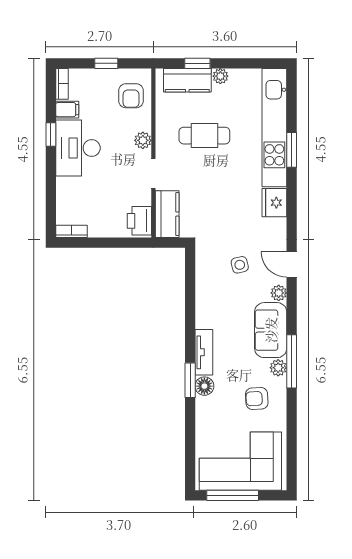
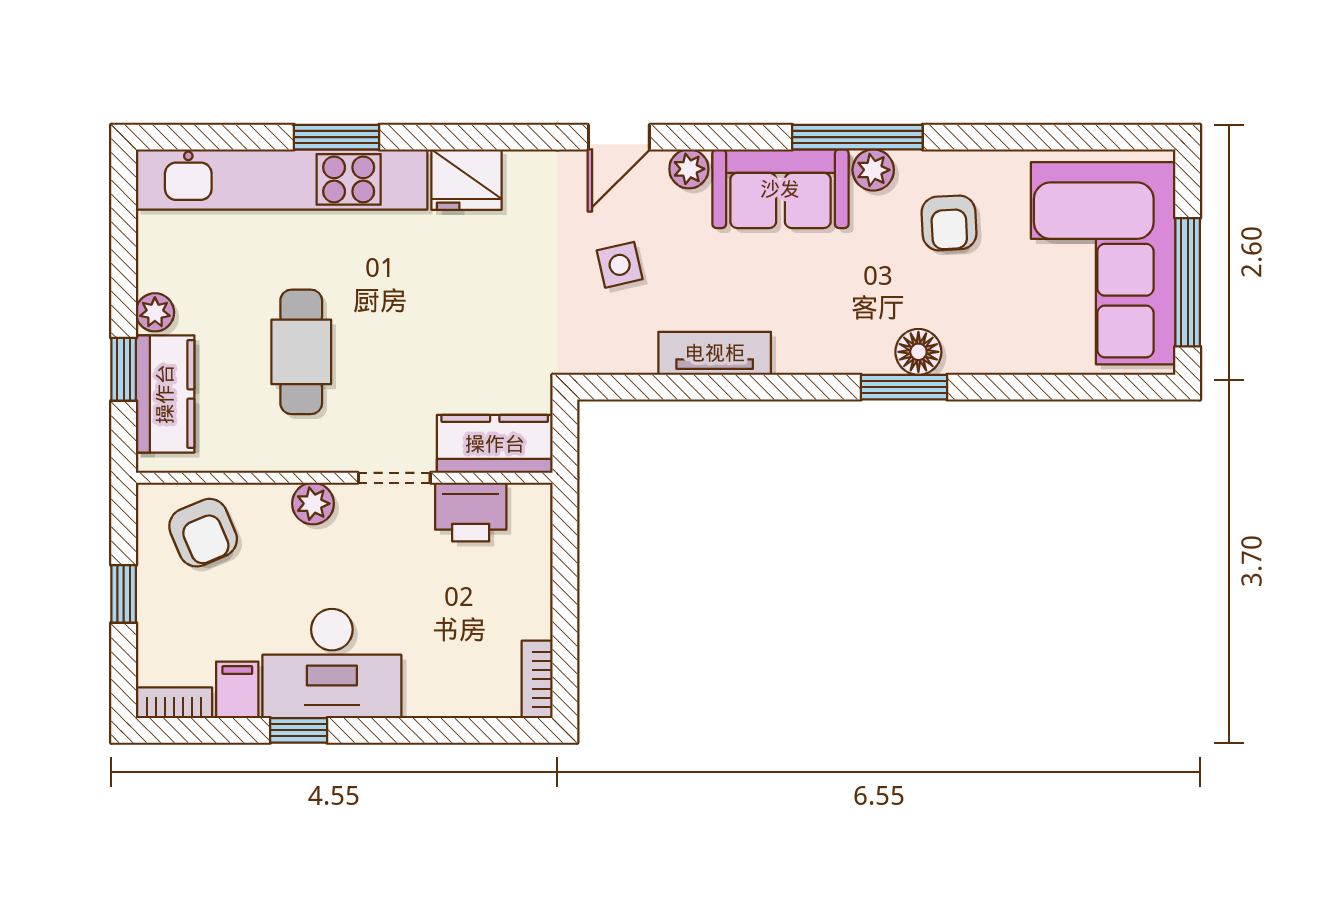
armchair: (131, 96) -> (203, 533), turned 67
printer: (139, 221) -> (471, 512), moved
tv unit: (204, 352) -> (715, 353), moved

